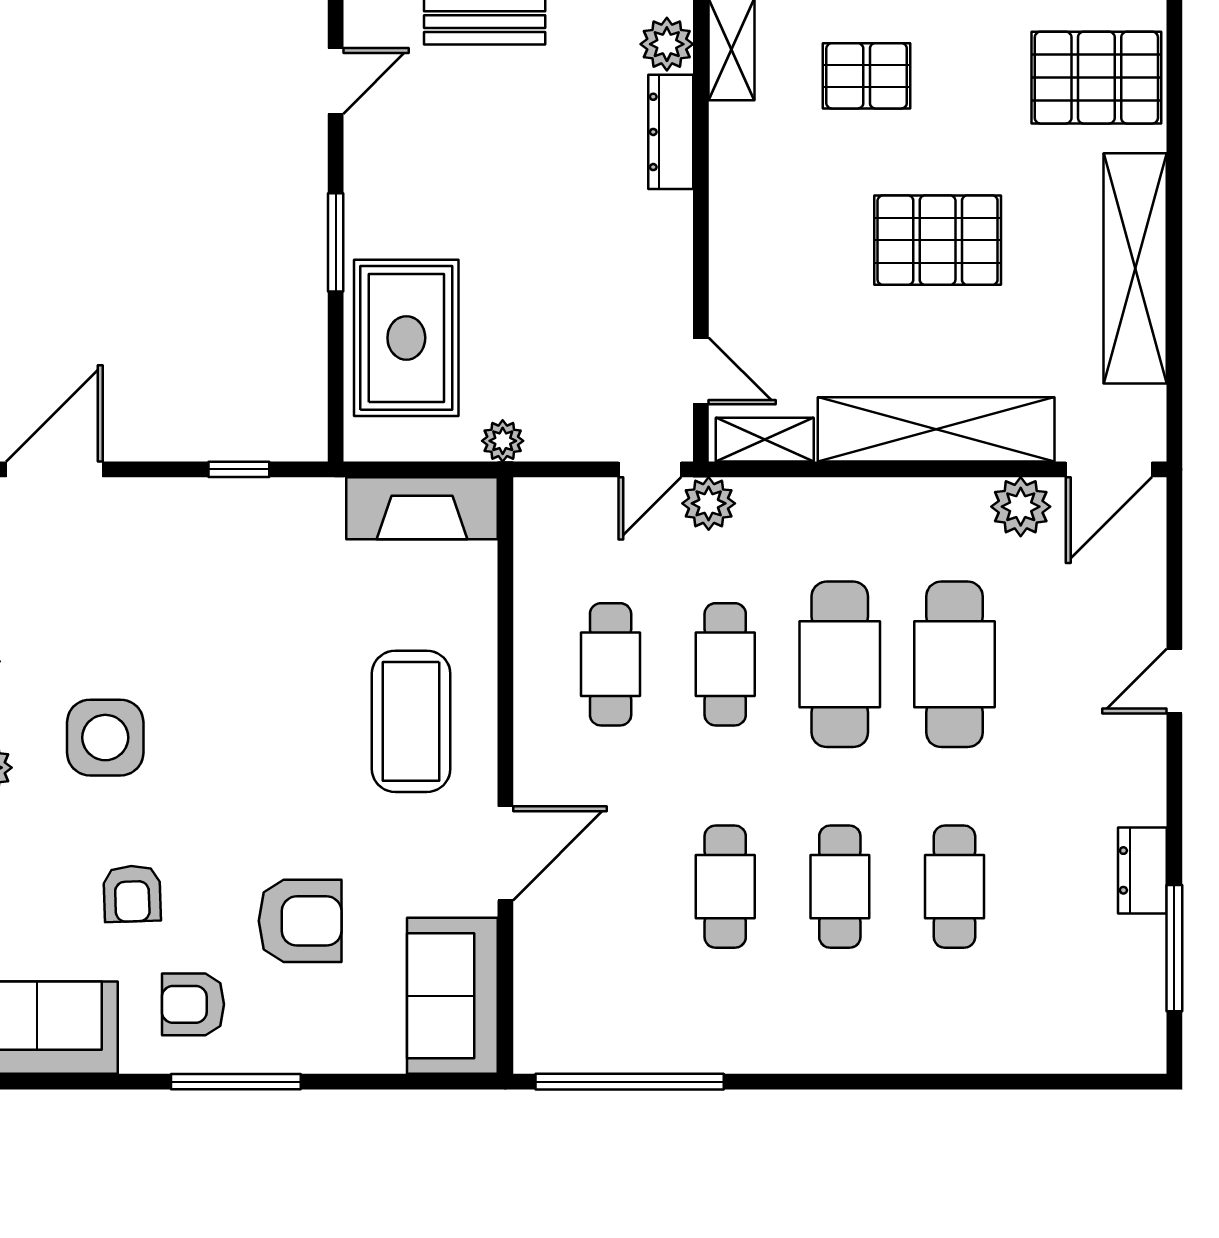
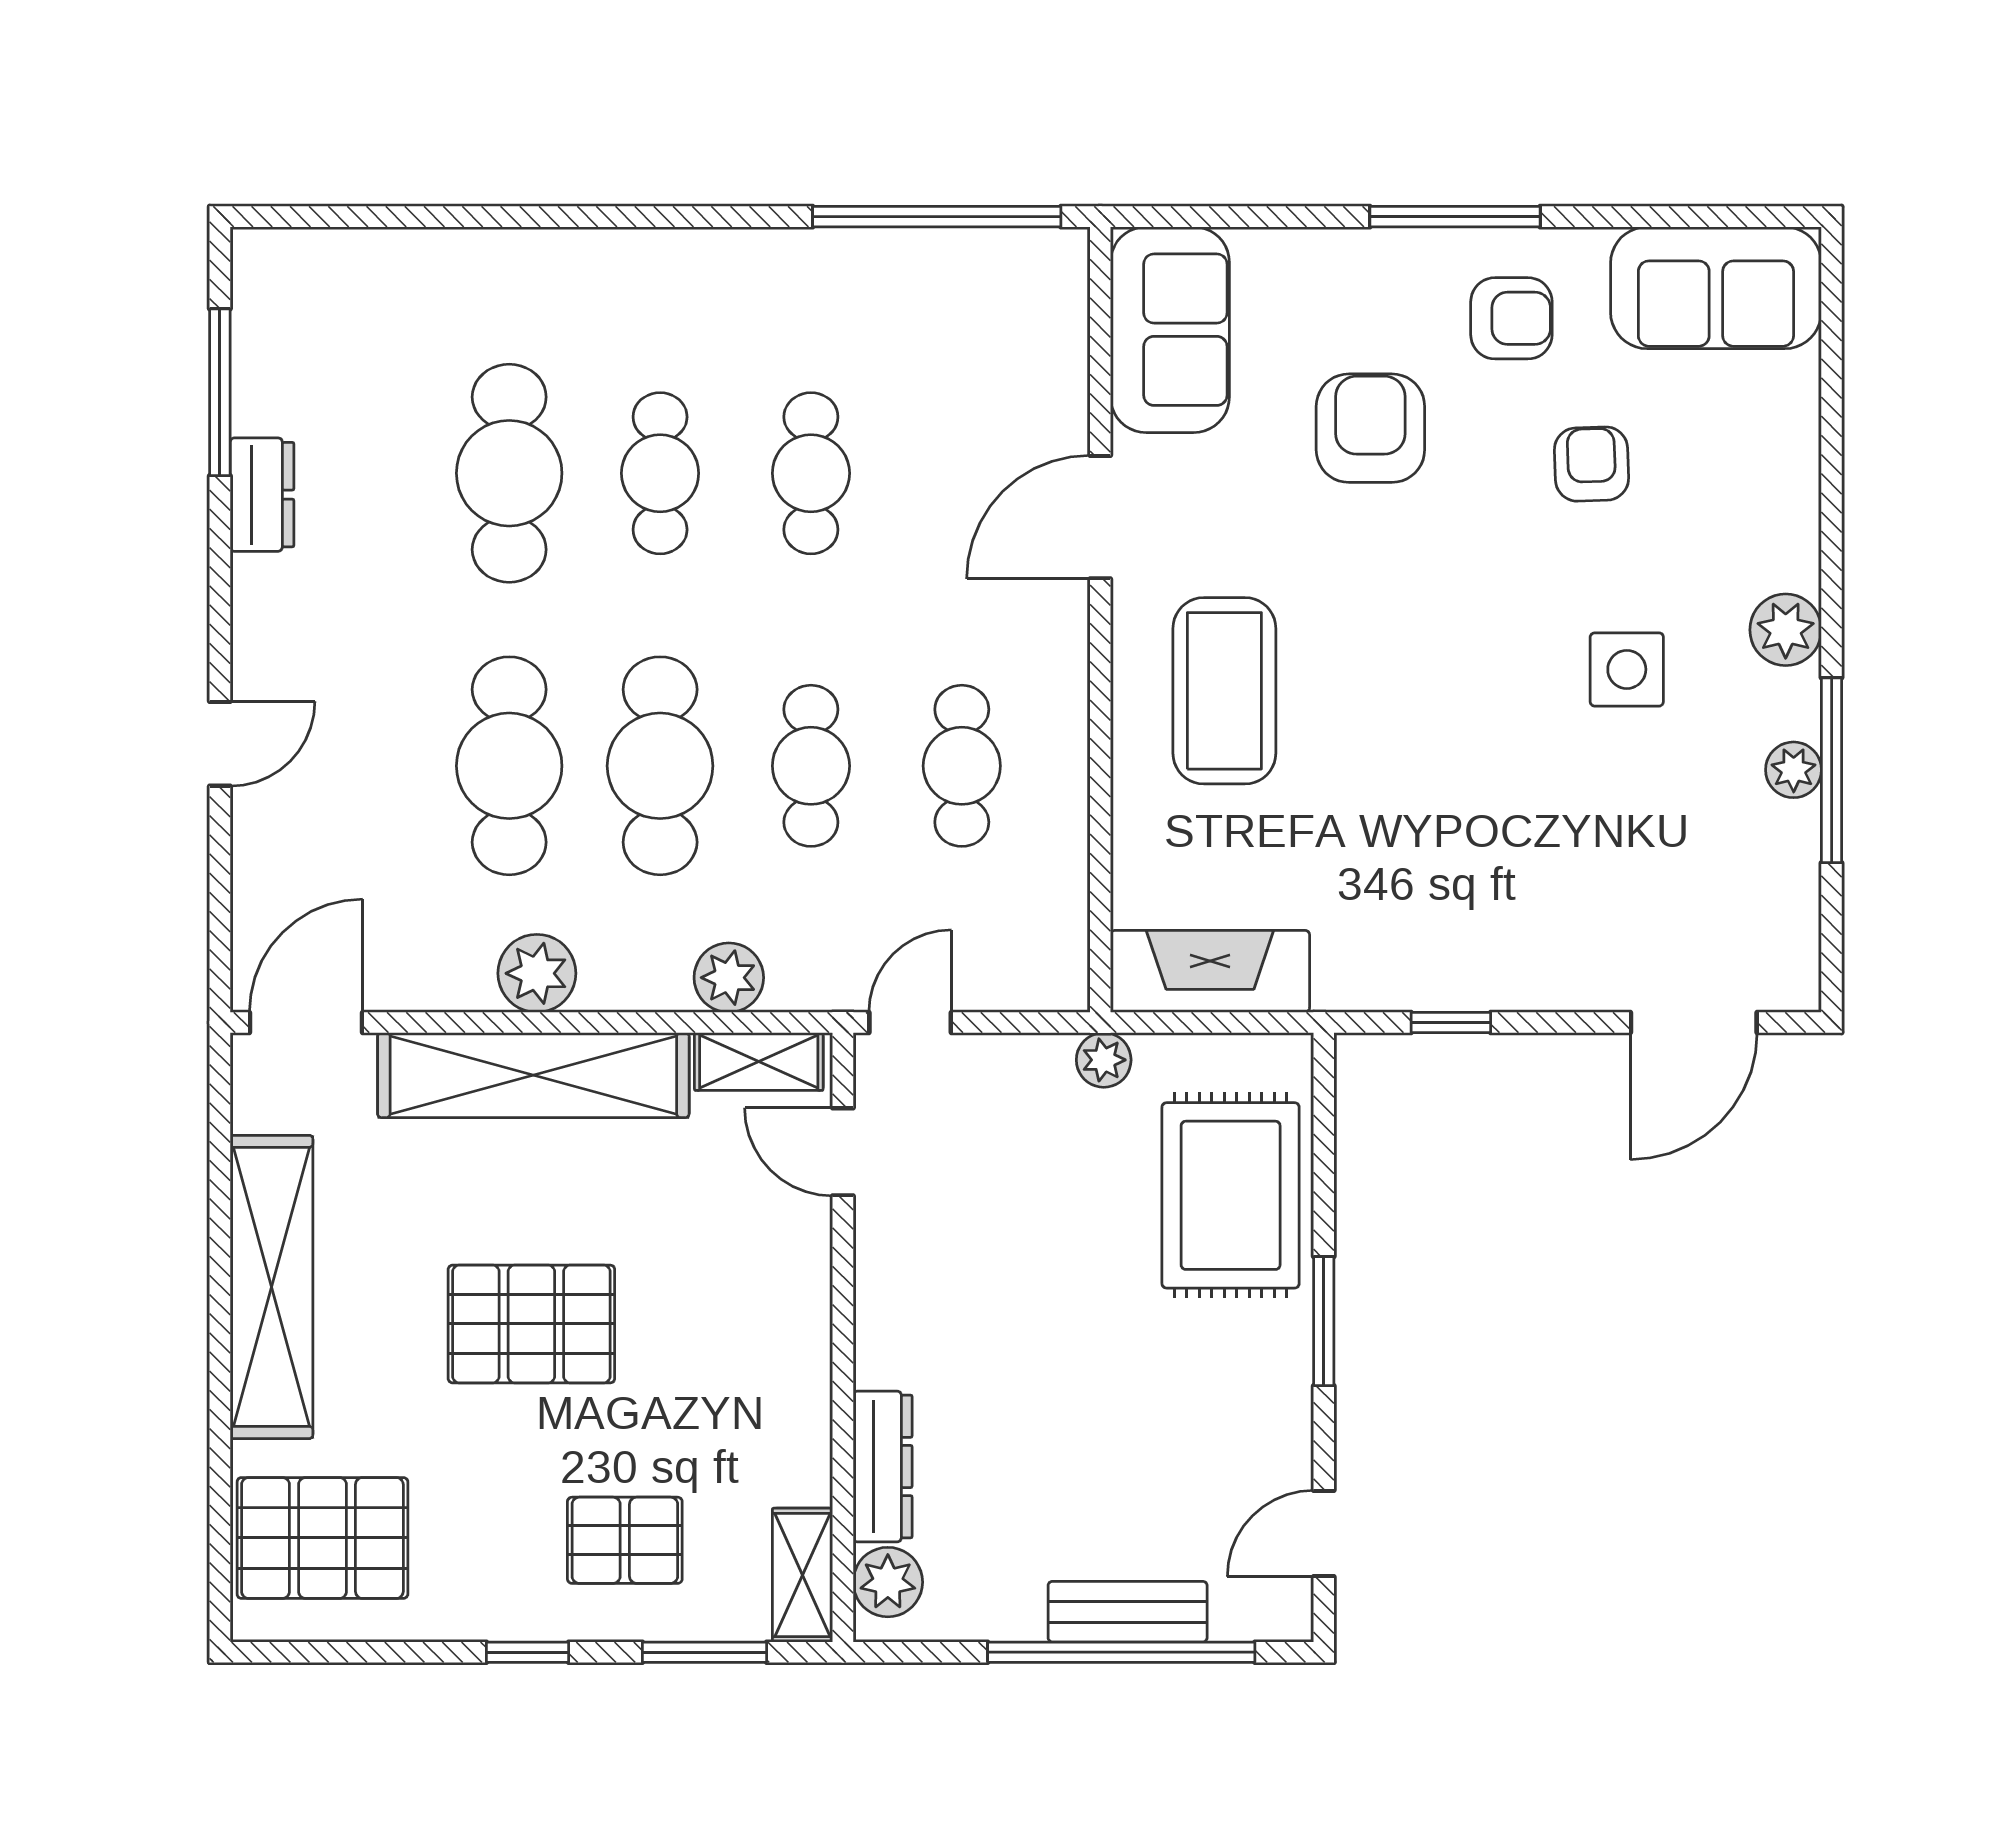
plant: (709, 503) -> (729, 978), moved
plant: (1021, 507) -> (537, 973), moved
side table: (105, 738) -> (1627, 669), width x0.73, depth x0.73
cafe table: (954, 887) -> (509, 473), width x1.37, depth x1.35
armchair: (300, 921) -> (1370, 428), turned 90

